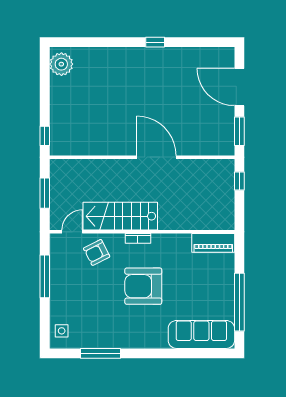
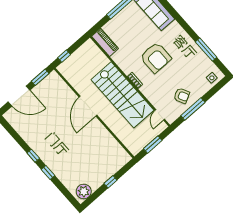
window: (120, 42) -> (48, 172), added
door: (239, 87) -> (19, 96), hinge flipped
window: (45, 136) -> (111, 182), moved
stairs: (120, 216) -> (123, 95), width x1.36, depth x1.51
door: (72, 232) -> (160, 115), hinge flipped
armchair: (97, 252) -> (182, 96), moved

